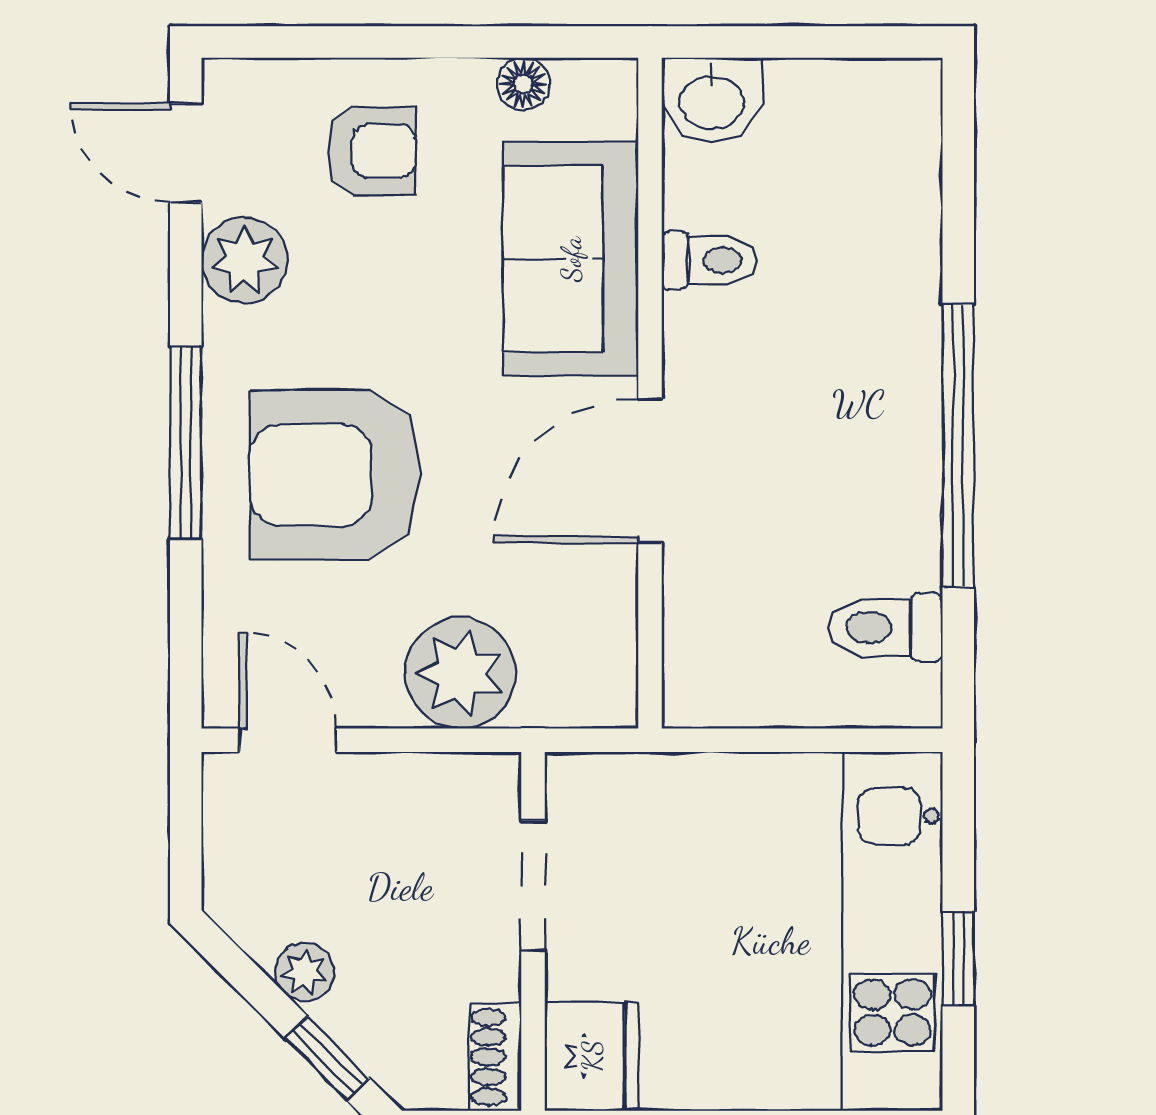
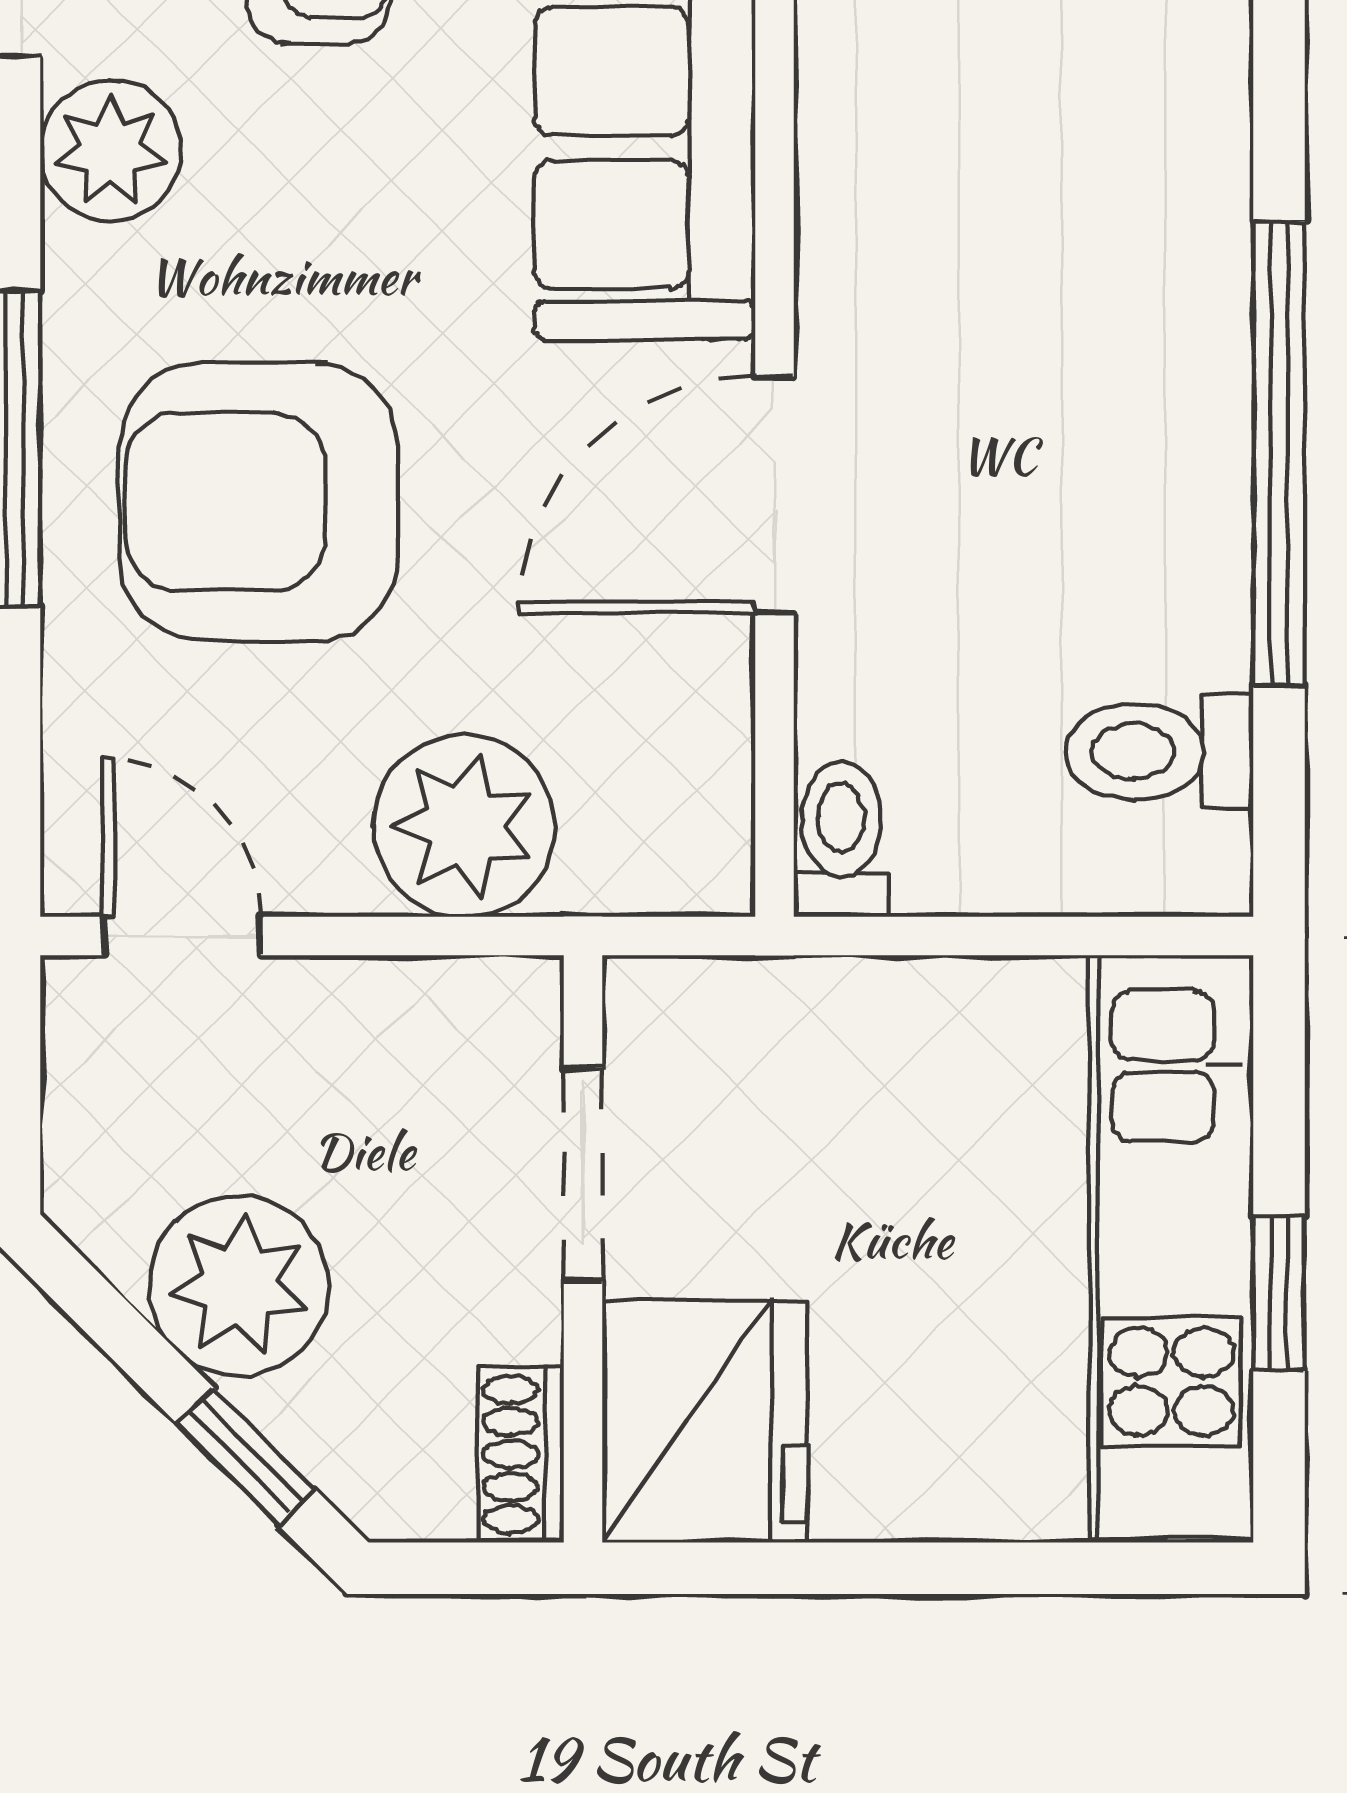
toilet: (709, 260) -> (841, 839), moved, turned -90
plant: (305, 972) -> (239, 1286), width x1.88, depth x1.88
fridge: (592, 1056) -> (705, 1421), width x1.36, depth x1.34

